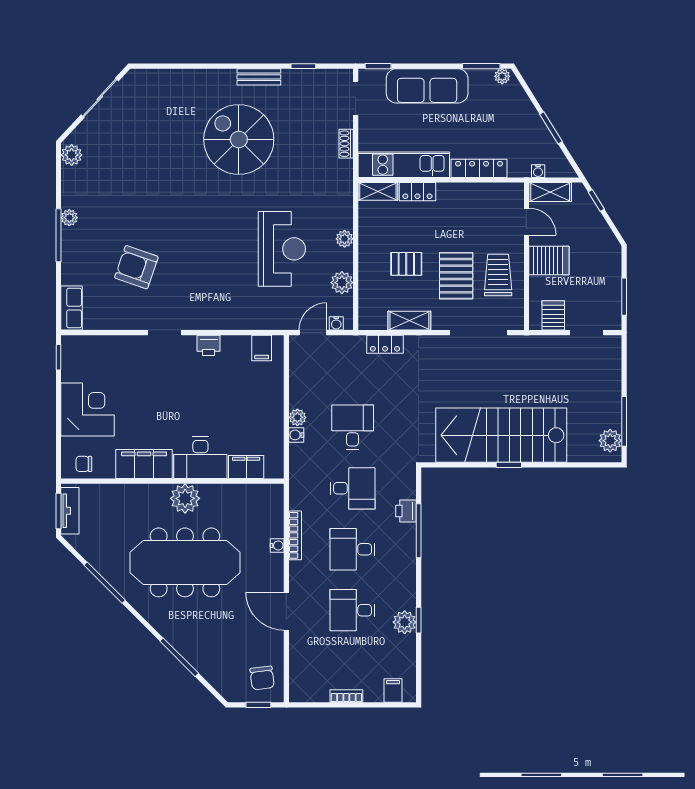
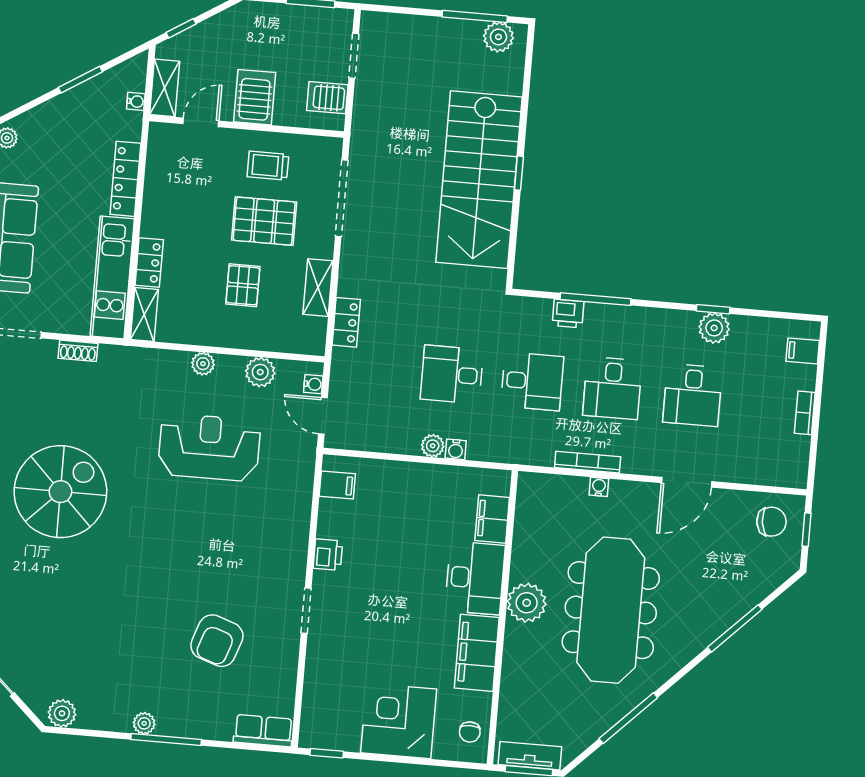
spiral stairs: (239, 139) -> (60, 492), turned 180
trolley: (498, 275) -> (268, 166), width x0.73, depth x0.72
desk: (353, 488) -> (532, 381), turned 90

